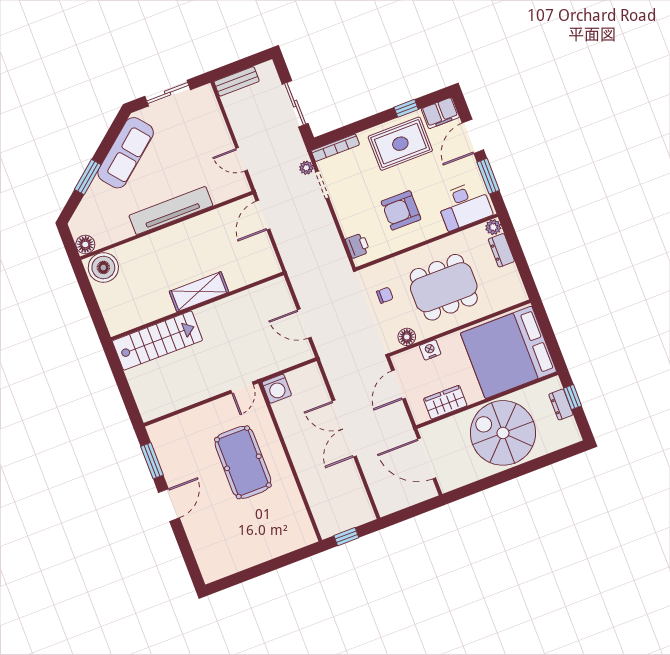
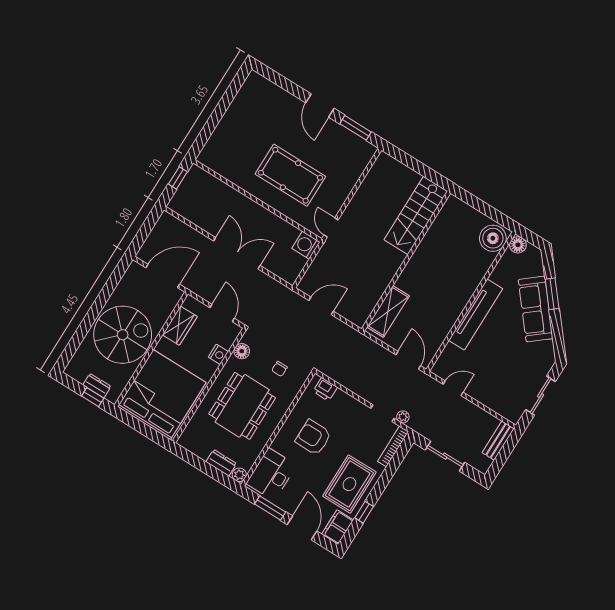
sofa: (126, 153) -> (536, 309), moved
armchair: (401, 210) -> (313, 437), turned -90
shelving: (199, 292) -> (388, 311), moved

